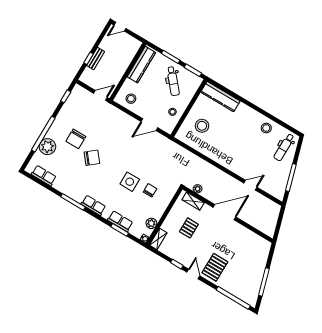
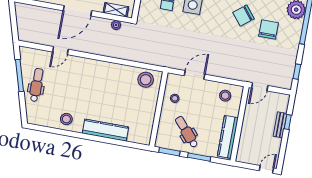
kitchen counter: (220, 97) -> (105, 130), moved
stool: (202, 126) -> (146, 80), moved
dental chair: (284, 147) -> (36, 85), moved

